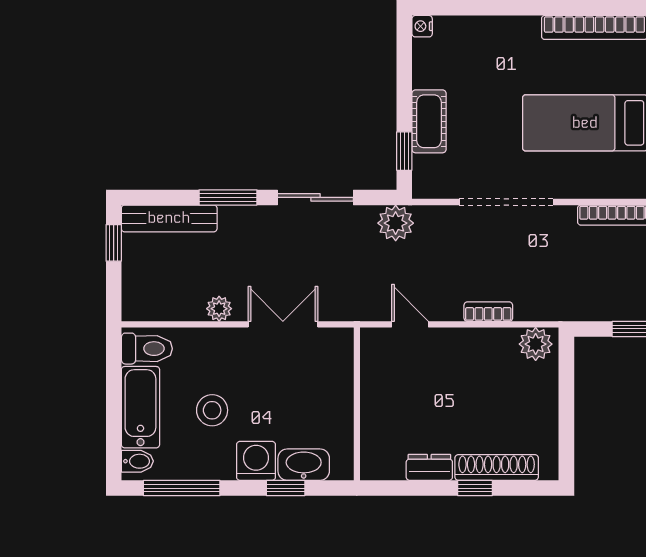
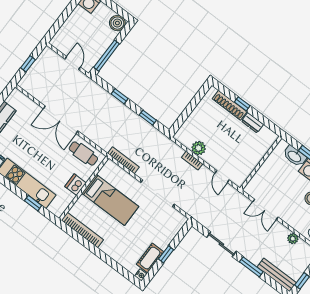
cot: (429, 121) -> (150, 258), moved
window: (404, 151) -> (166, 254), moved
plant: (396, 223) -> (201, 215), removed
plant: (219, 309) -> (293, 239), moved
plant: (536, 344) -> (199, 148), moved

